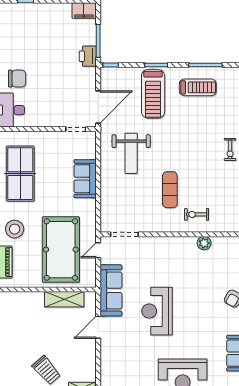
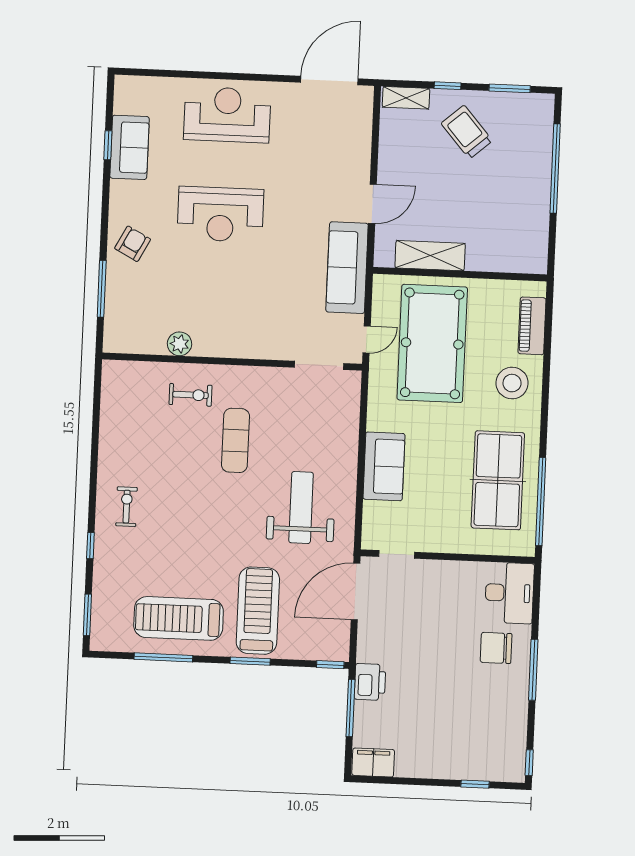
treadmill: (198, 87) -> (179, 618), width x1.37, depth x1.37
reception desk: (157, 311) -> (220, 214), moved, turned 90

